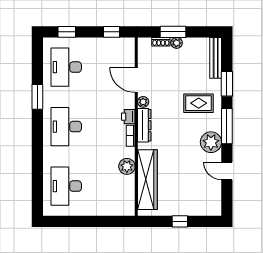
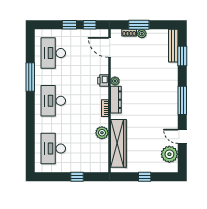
window: (67, 32) -> (69, 25), moved
door: (136, 80) -> (110, 47), moved
window: (227, 84) -> (182, 56), moved
window: (37, 97) -> (30, 77), width x1.44
rug: (199, 103) -> (159, 82), removed
printer: (128, 117) -> (103, 81), moved
plant: (211, 142) -> (169, 154), moved
window: (96, 221) -> (77, 177), added

